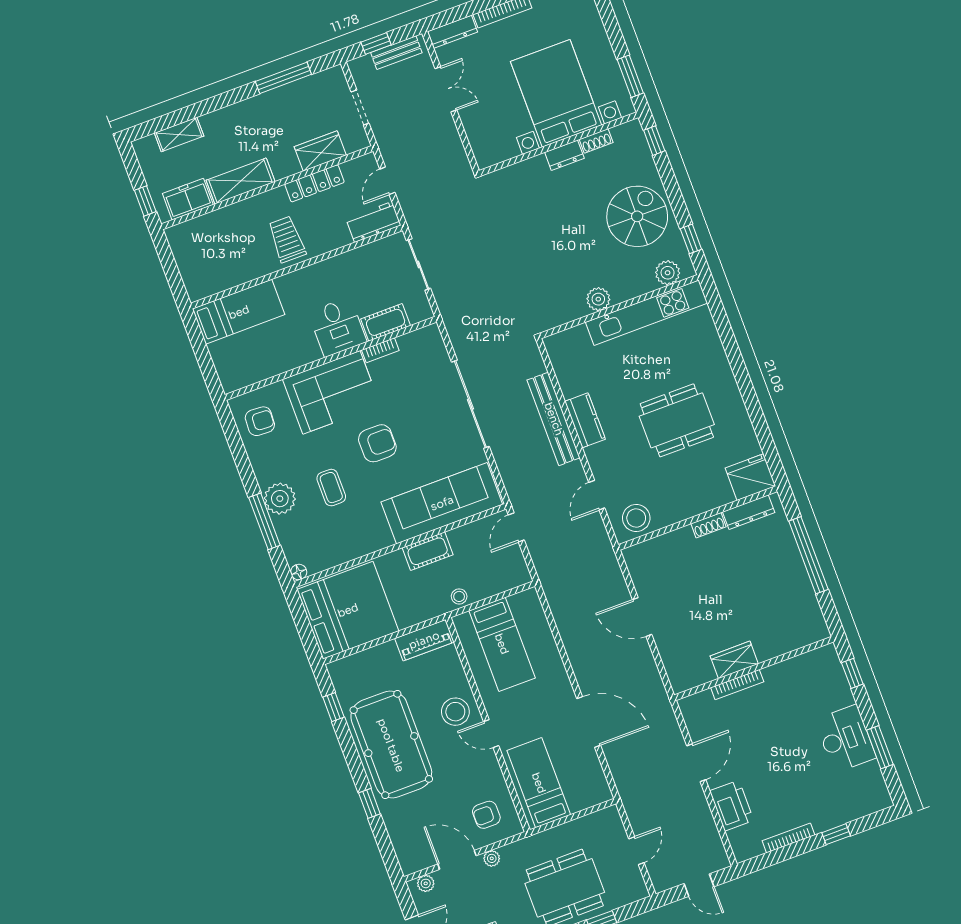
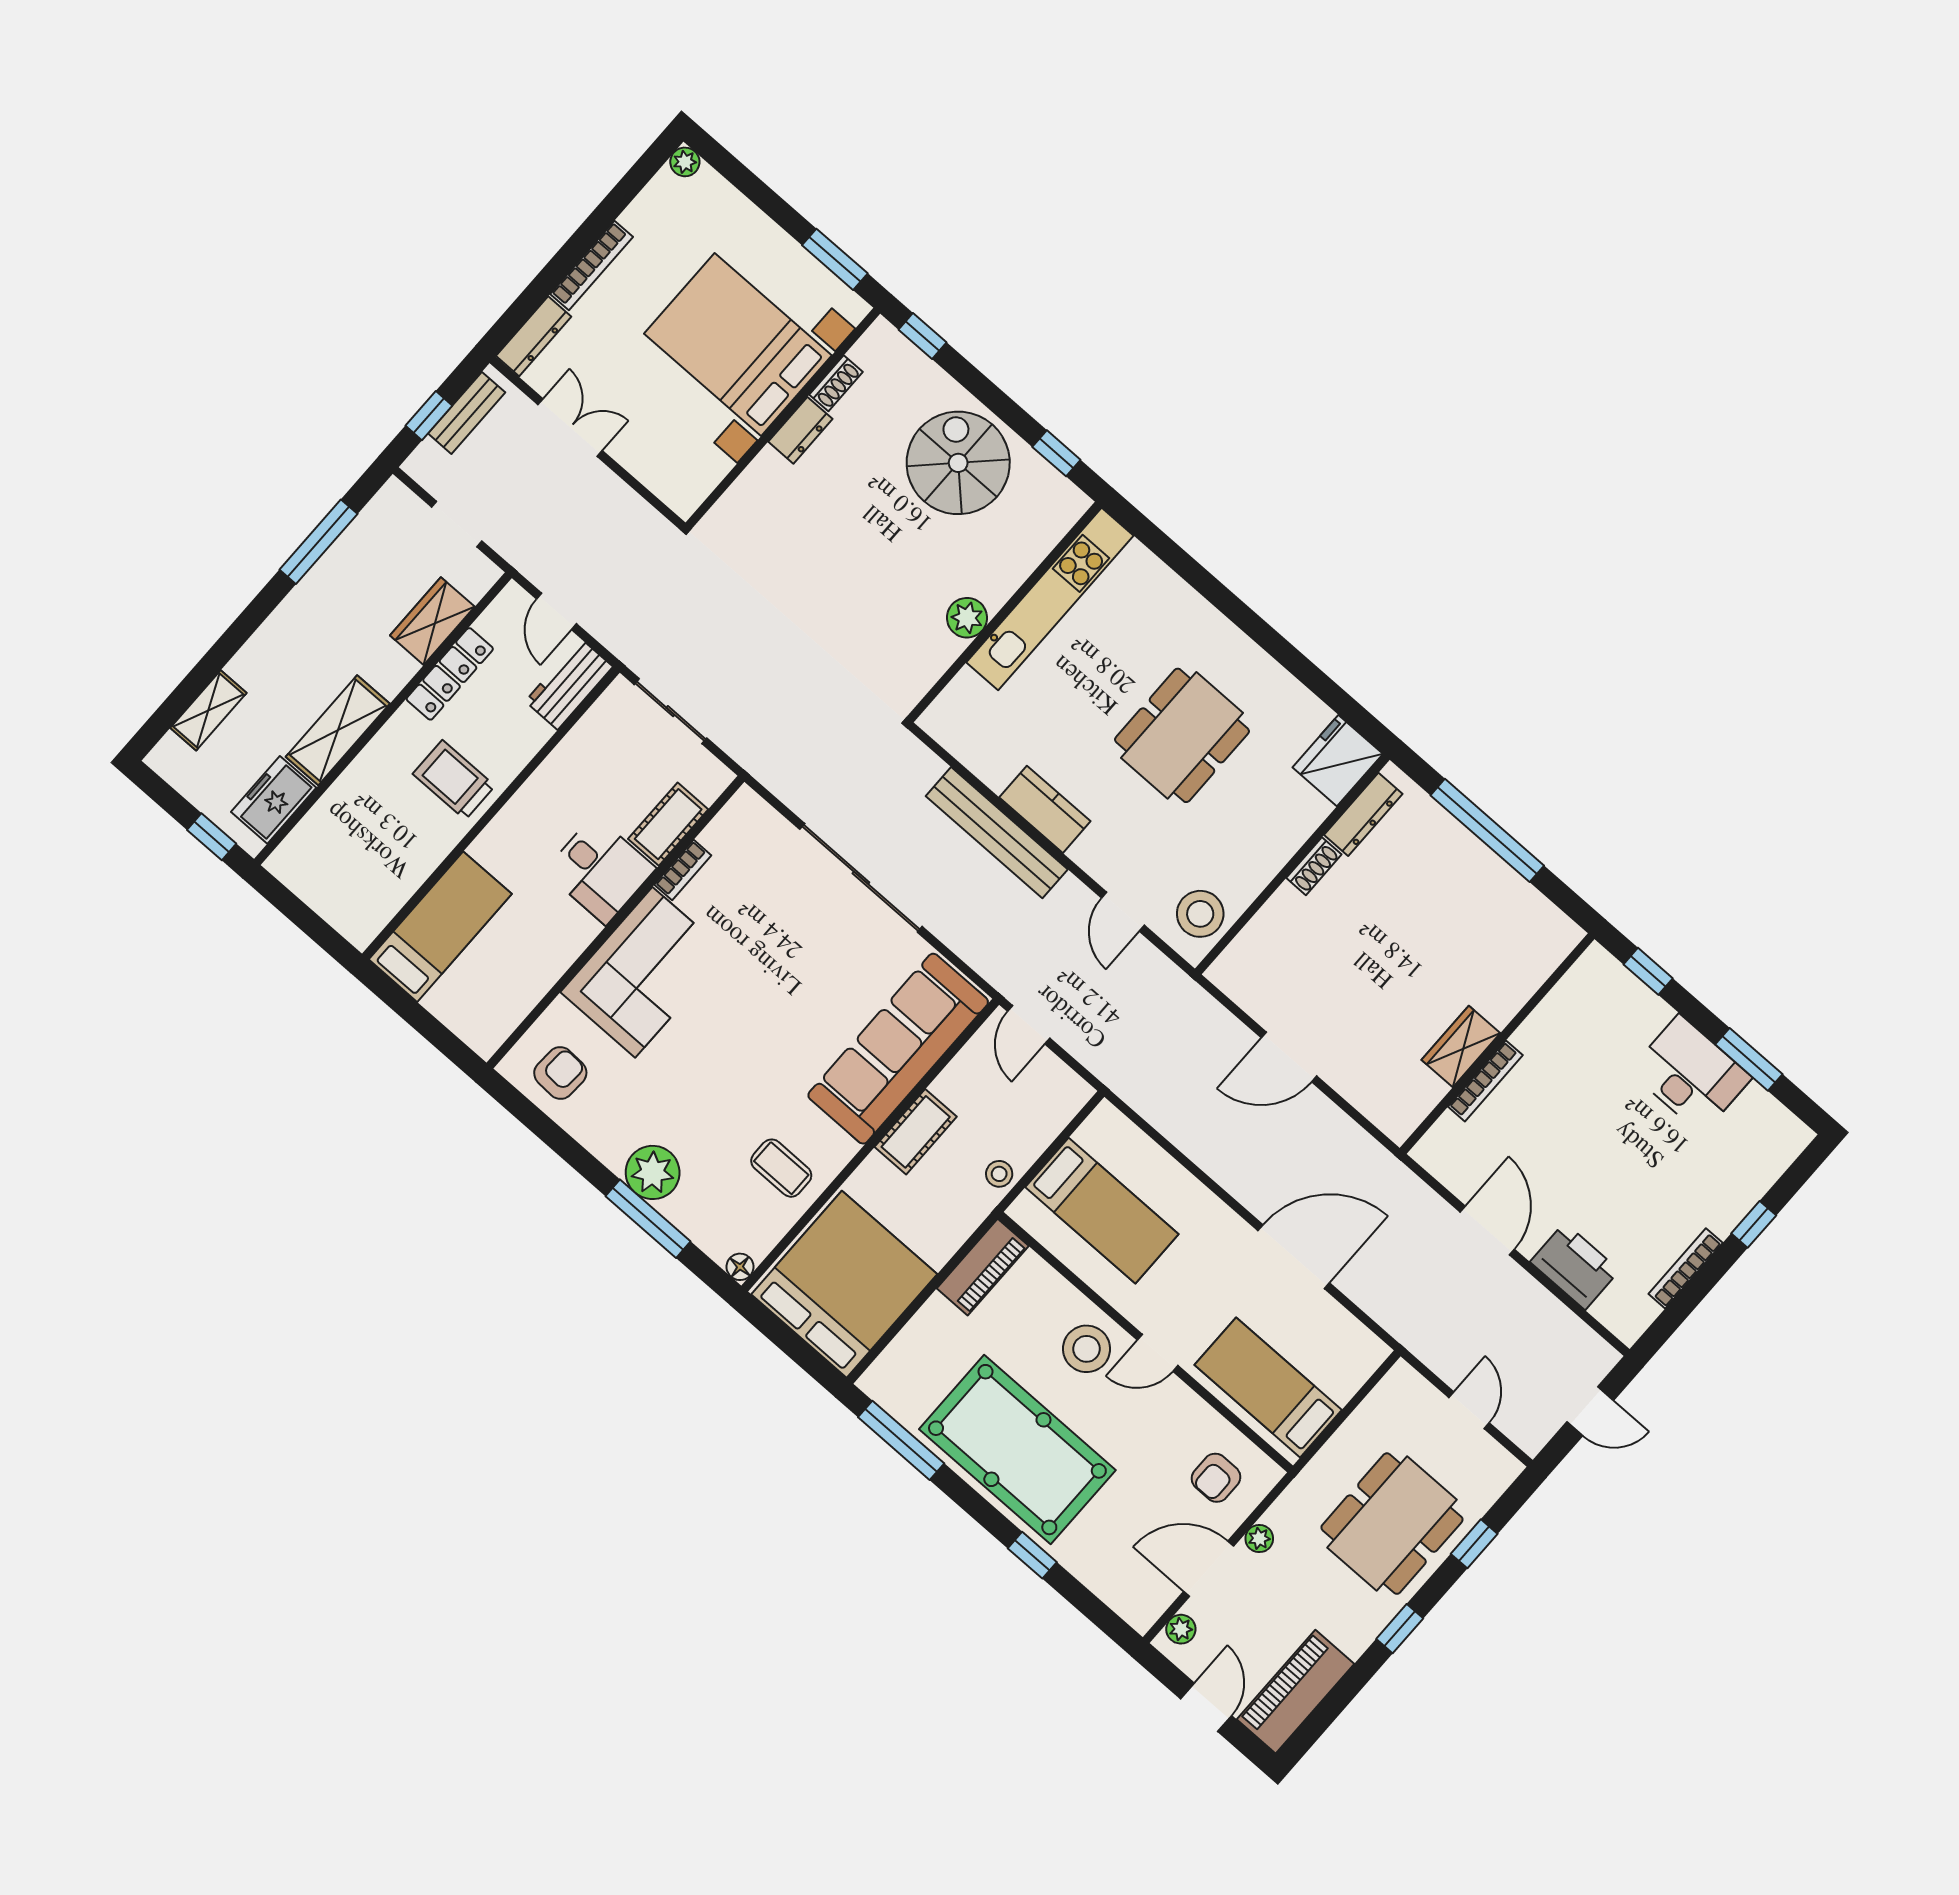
plant: (668, 273) -> (1049, 523), removed
armchair: (377, 443) -> (754, 1011), removed
coffee table: (331, 488) -> (781, 1168), moved
window: (334, 707) -> (901, 1440), width x2.17

